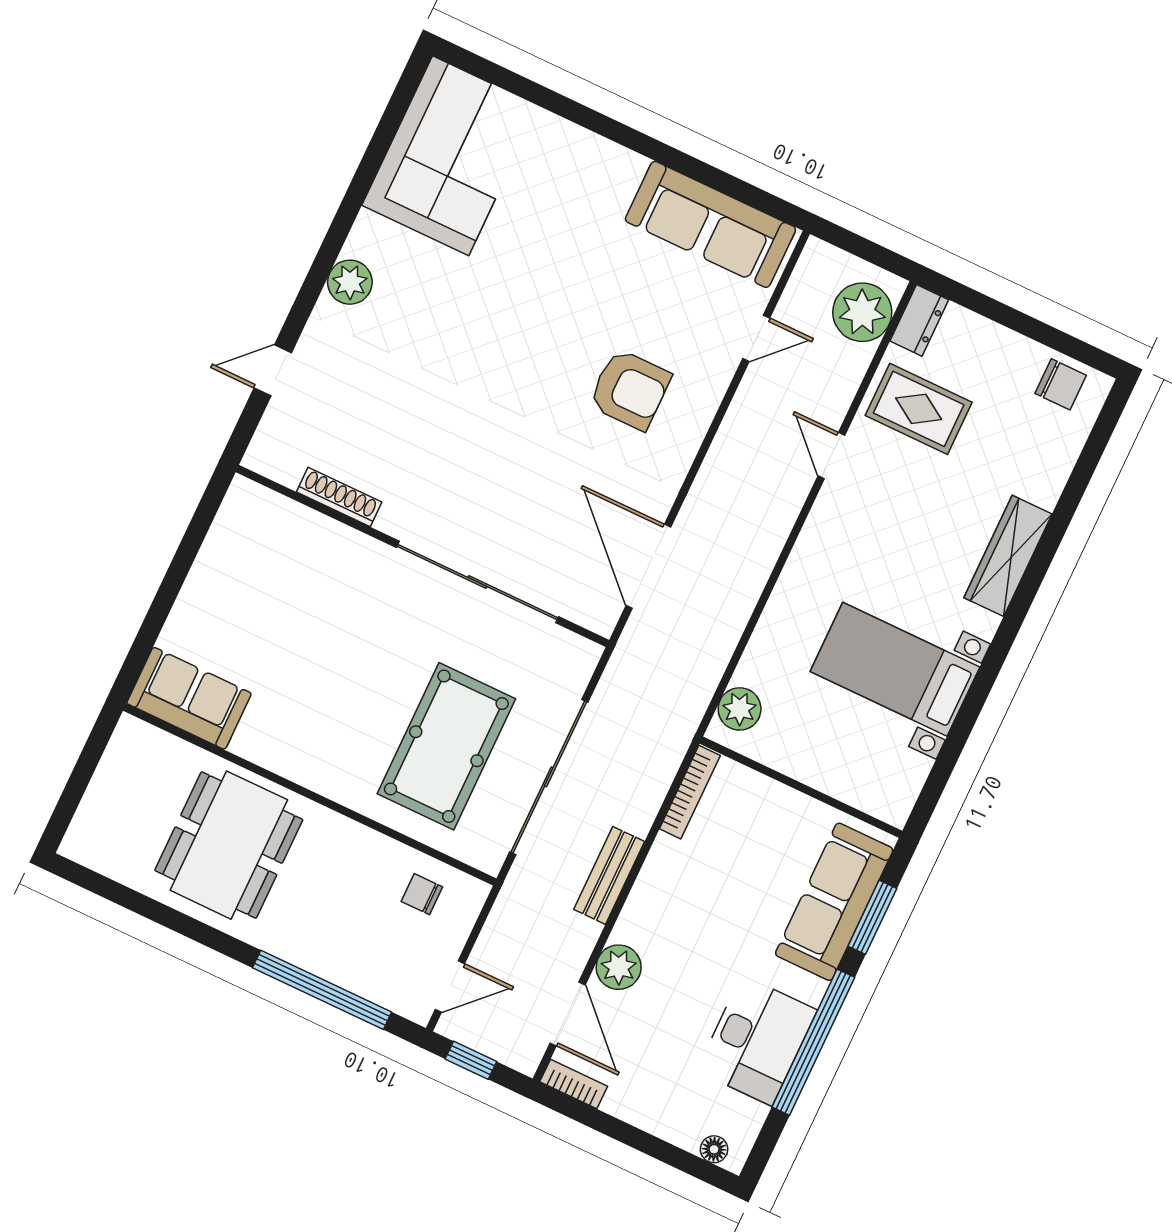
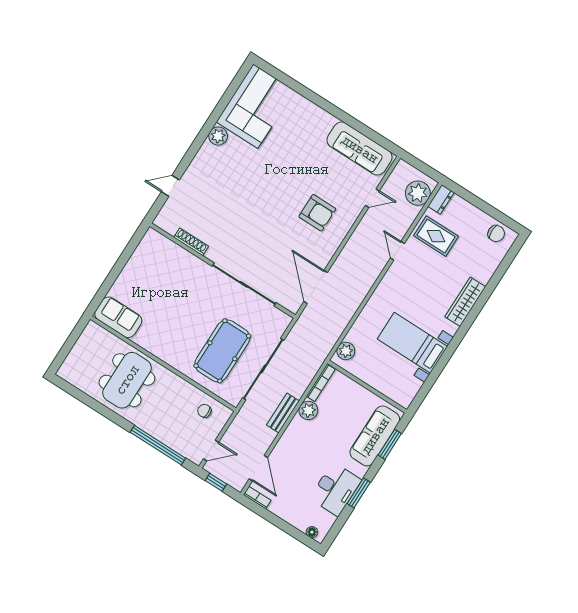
plant: (350, 282) -> (218, 136), moved
plant: (619, 967) -> (308, 410), moved
window: (813, 1042) -> (359, 493), width x0.47

